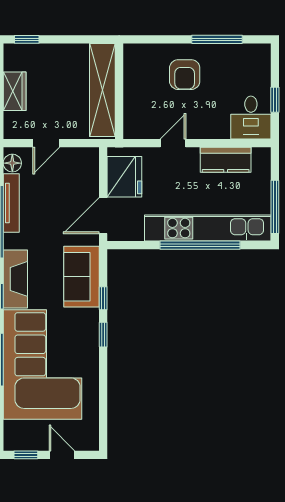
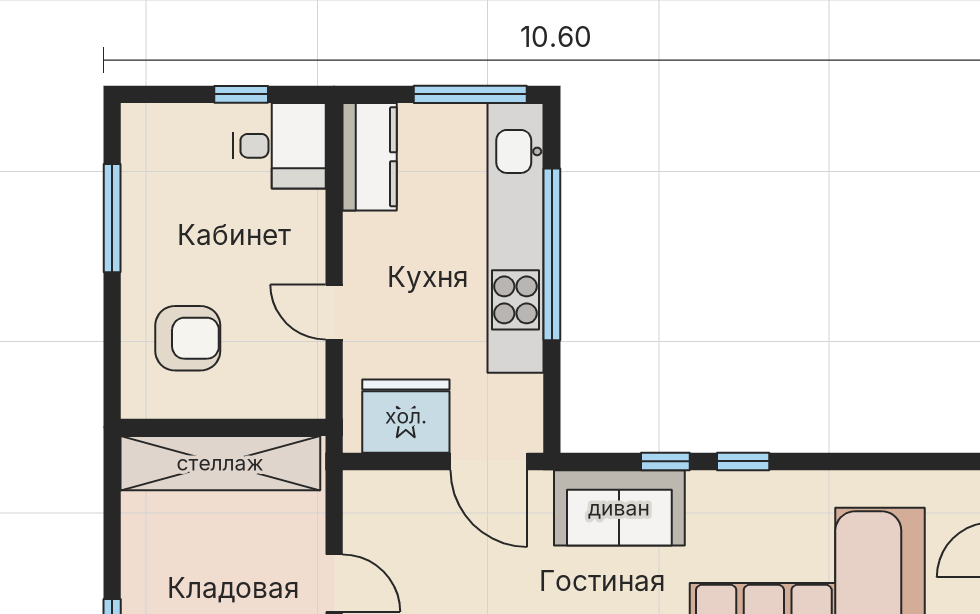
armchair: (185, 75) -> (188, 338), moved
kitchen counter: (226, 160) -> (370, 157), moved

